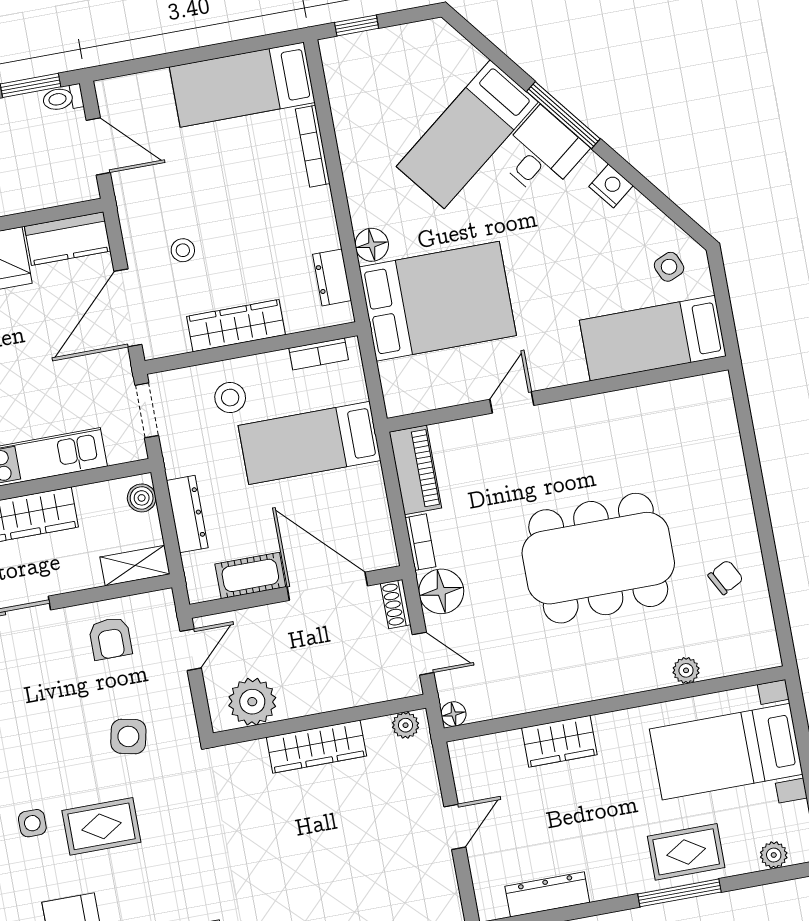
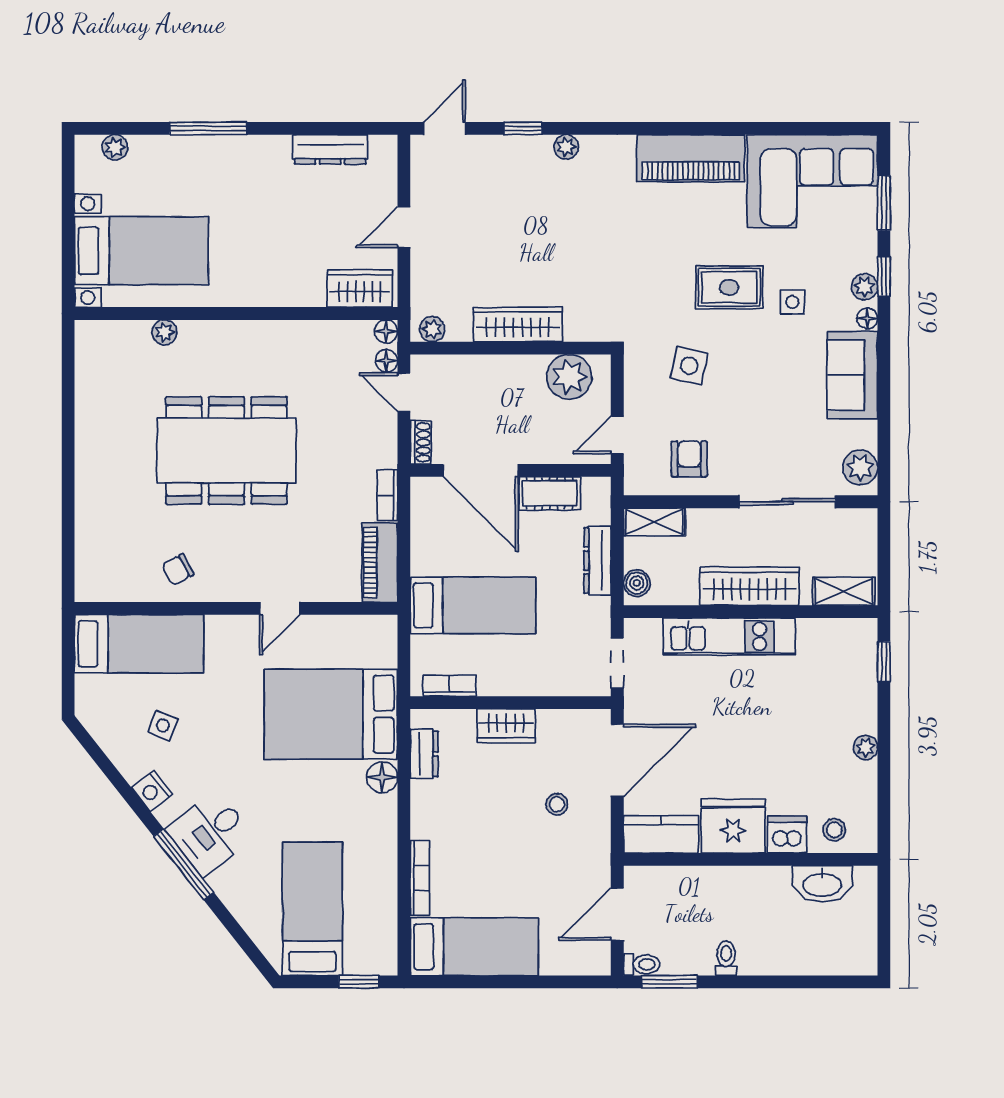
bed: (467, 134) -> (312, 909), moved, turned -52
door: (98, 146) -> (617, 914), hinge flipped
side table: (669, 267) -> (163, 726), moved, turned 45
wardrobe: (236, 326) -> (506, 726), width x0.67
stool: (230, 398) -> (538, 661), removed
chair: (726, 577) -> (178, 570), moved
floor lamp: (441, 591) -> (386, 361), moved, width x0.53, depth x0.53
wardrobe: (559, 741) -> (360, 288), moved
rug: (686, 852) -> (195, 165), removed

